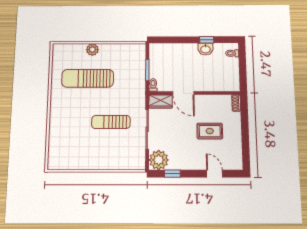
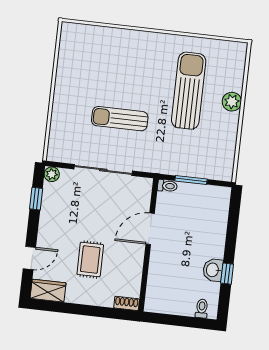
wardrobe: (161, 101) -> (48, 291), moved, turned 90
sun lounger: (111, 122) -> (120, 119), turned -90
plant: (159, 160) -> (52, 174), width x0.53, depth x0.53

